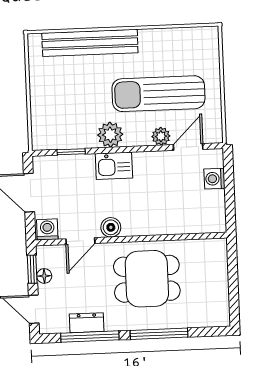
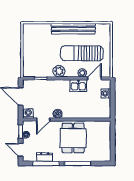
bench: (90, 43) -> (73, 29), moved
kitchen sink: (114, 166) -> (78, 86), moved
dining table: (147, 279) -> (73, 138), turned 90

